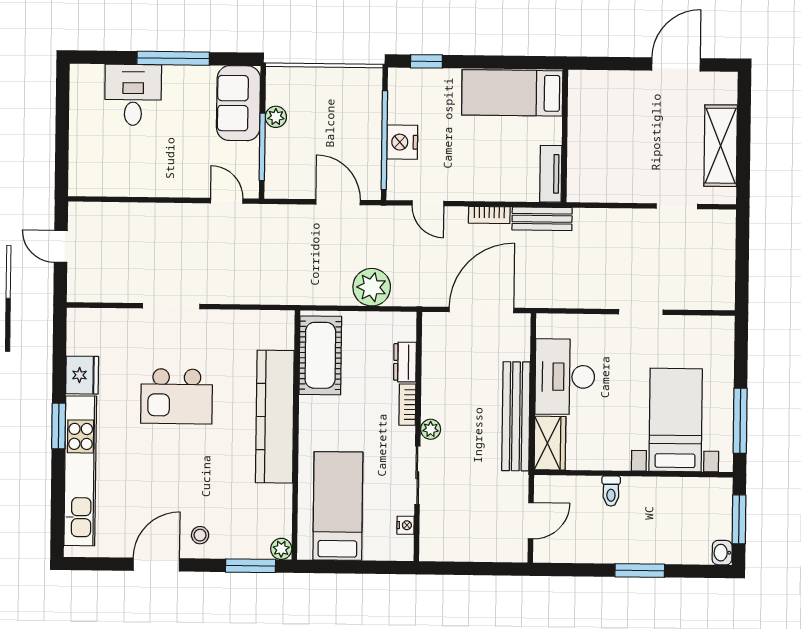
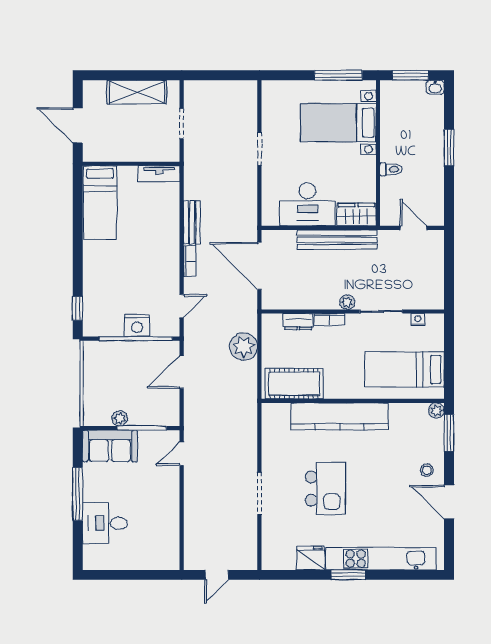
bed: (512, 93) -> (100, 203), moved
wall: (565, 136) -> (131, 164), moved
tv unit: (551, 174) -> (159, 174), moved

